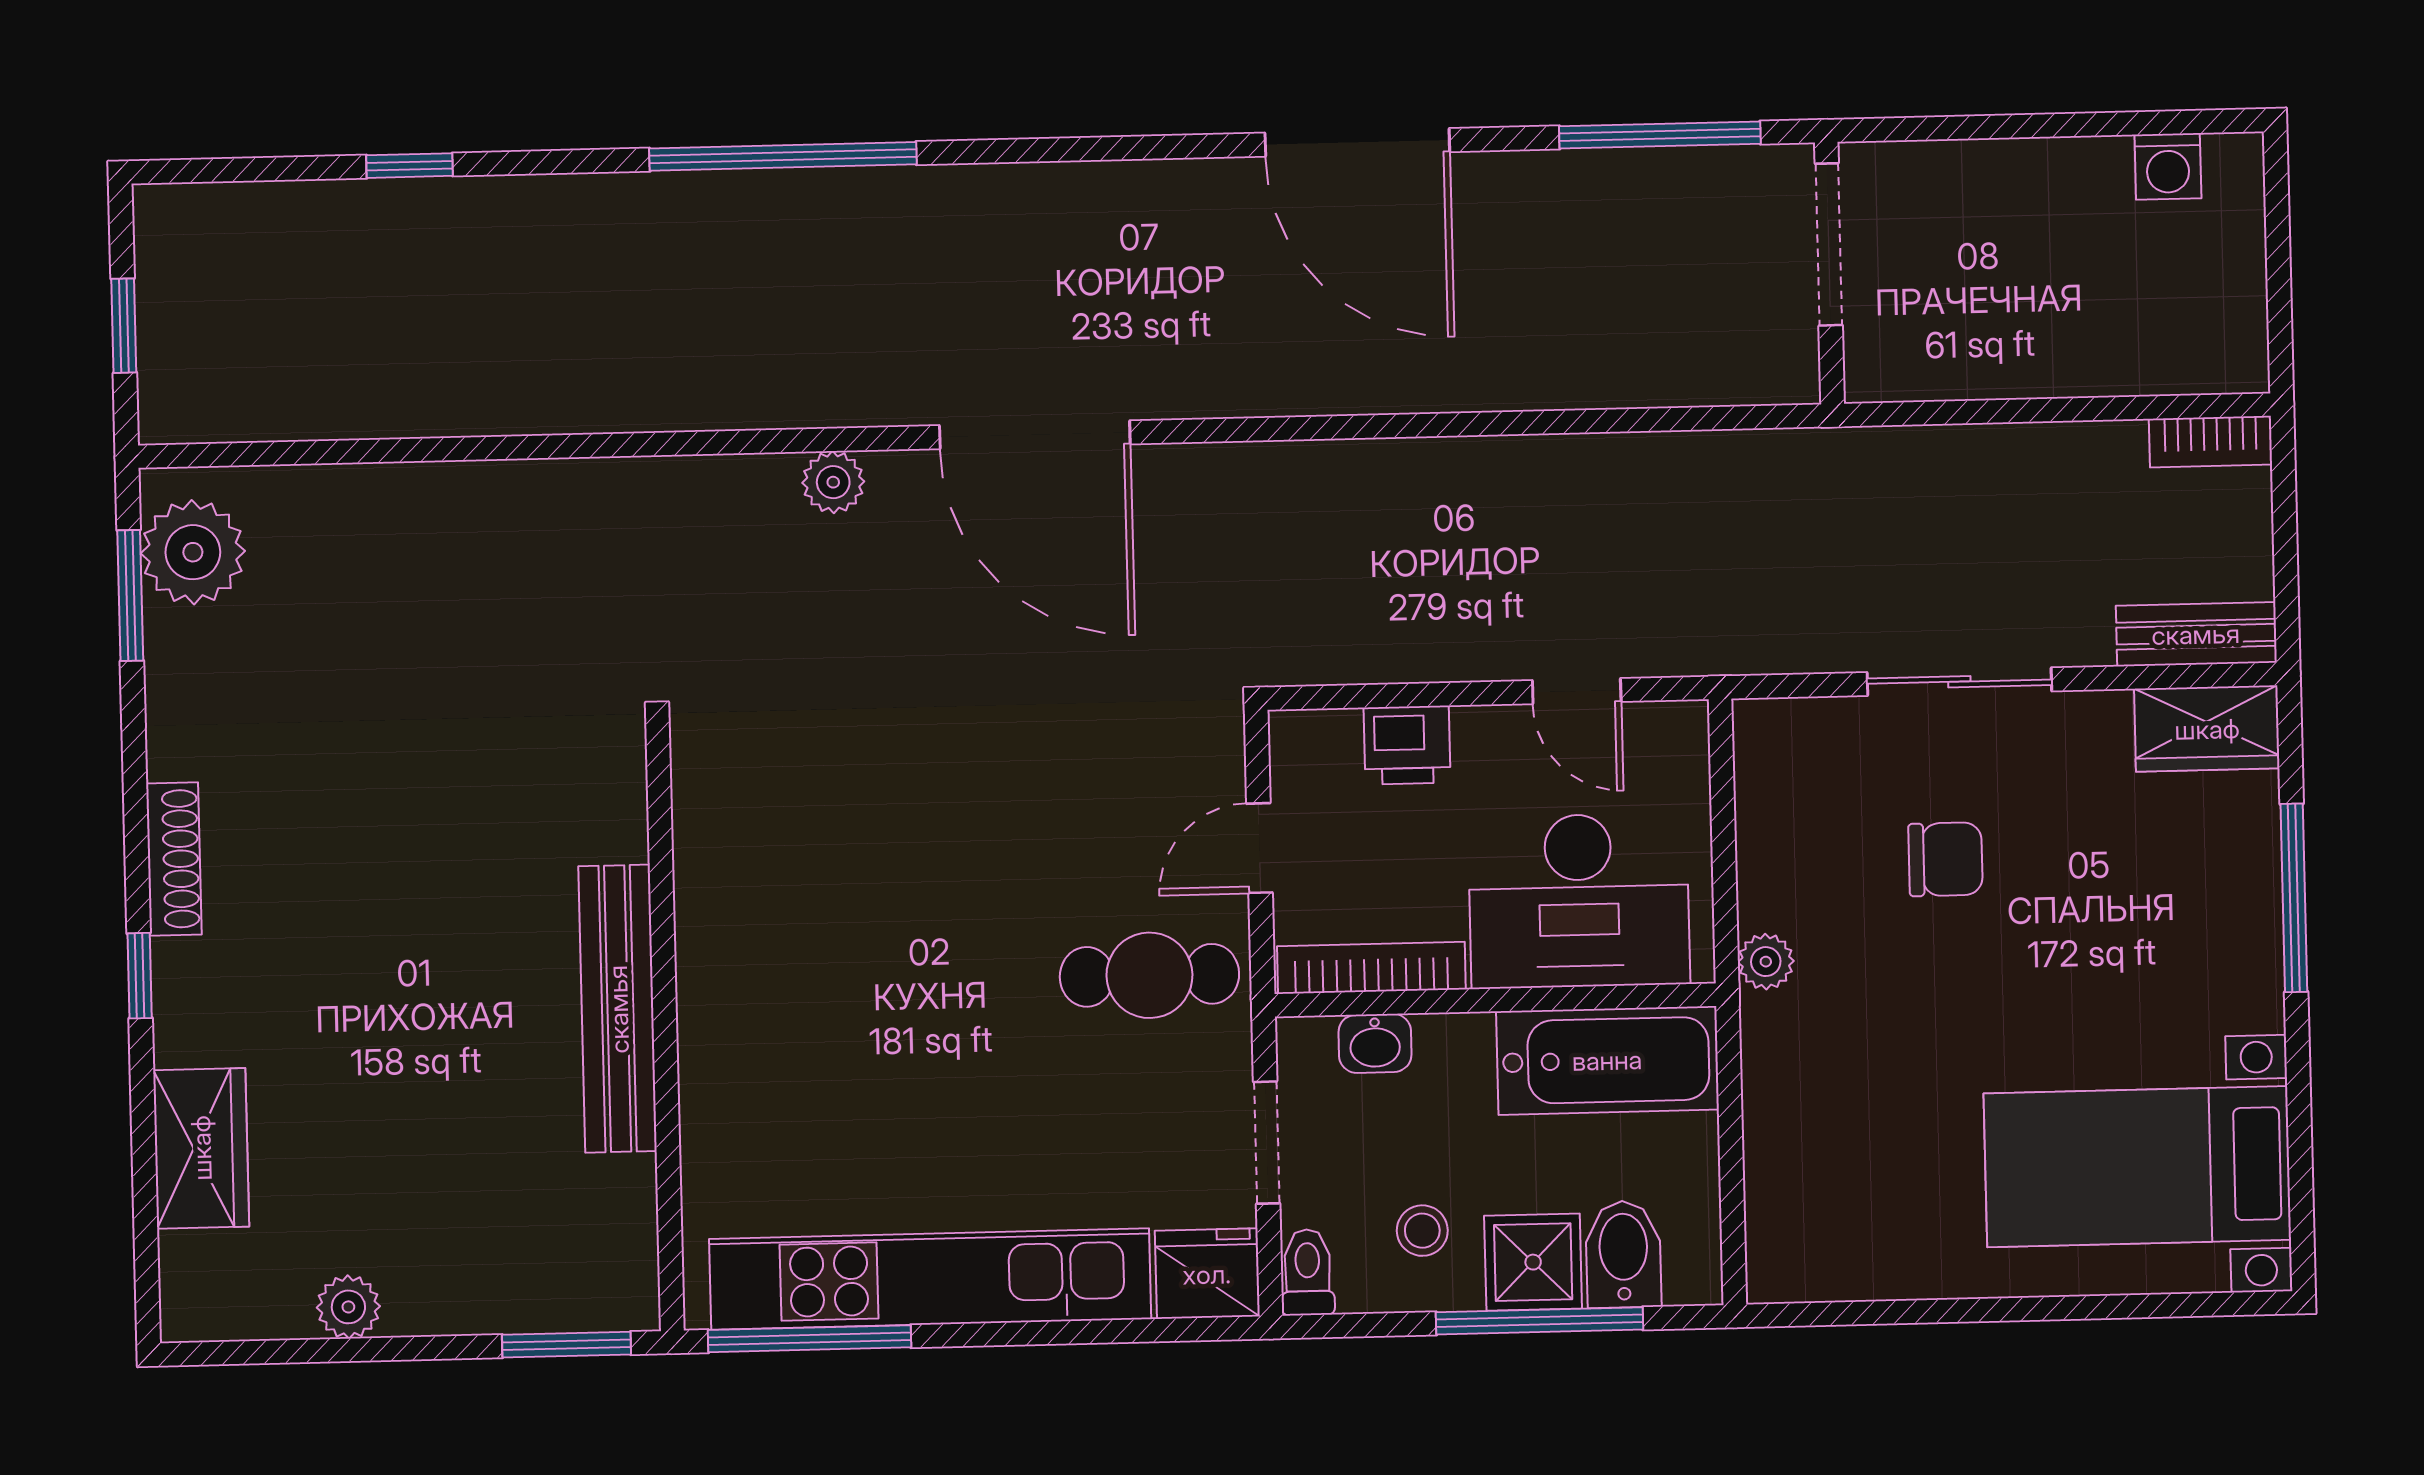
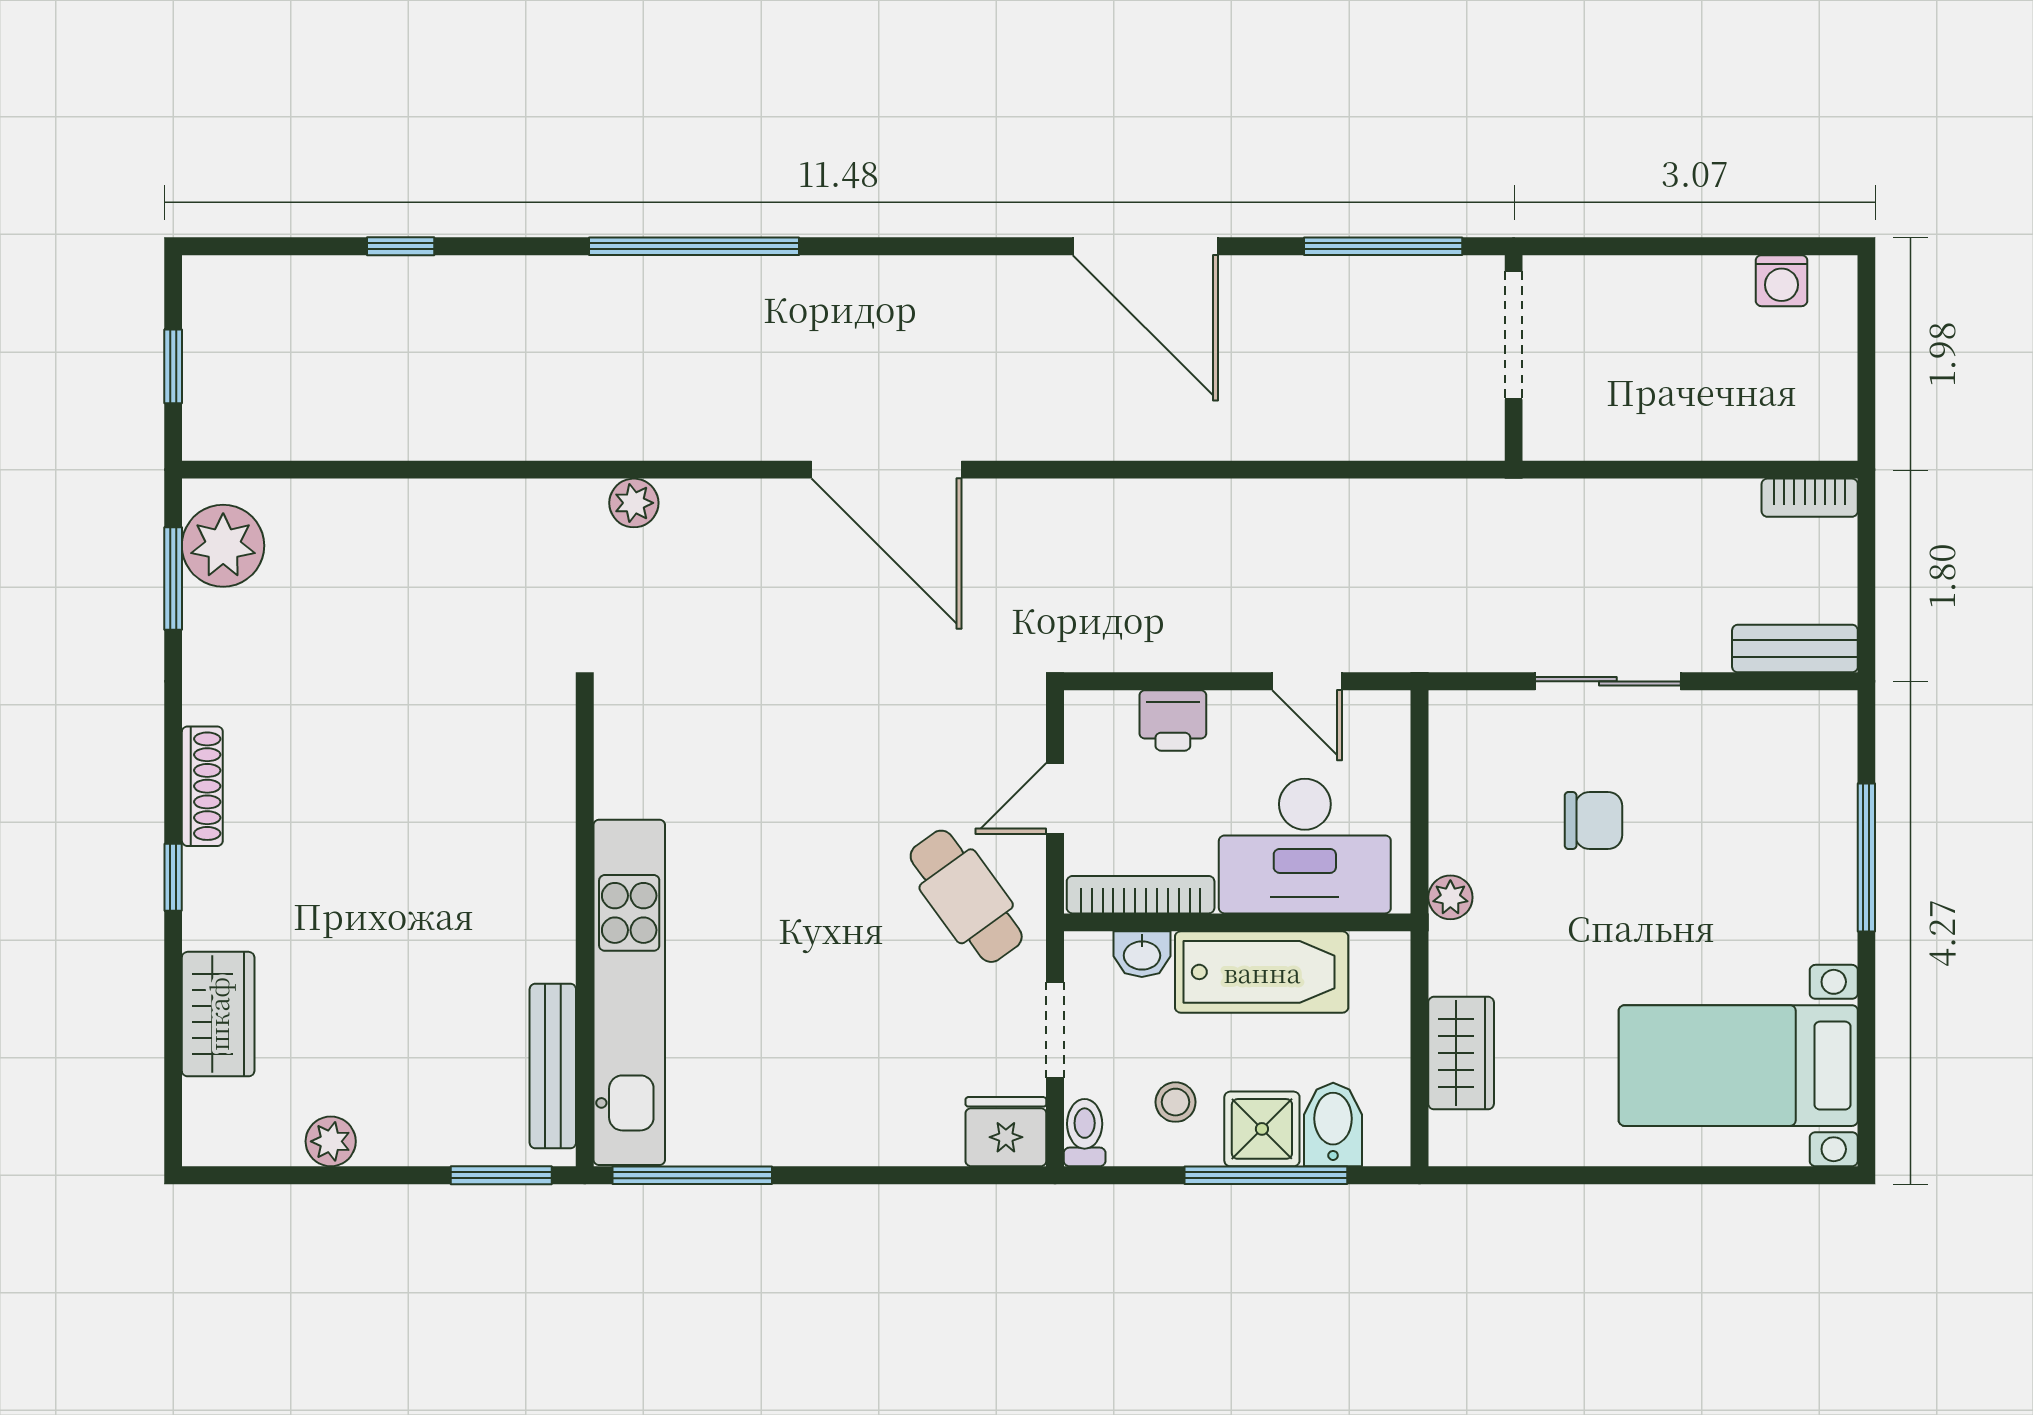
plant: (833, 482) -> (634, 503), moved
wardrobe: (2207, 729) -> (1461, 1053), moved, turned -90
cafe table: (1149, 975) -> (966, 896), turned 54
bench: (618, 1009) -> (553, 1066), moved, width x0.73, depth x0.82
bathtub: (1607, 1060) -> (1262, 972), moved
kitchen unit: (930, 1279) -> (629, 992), moved, turned 90

